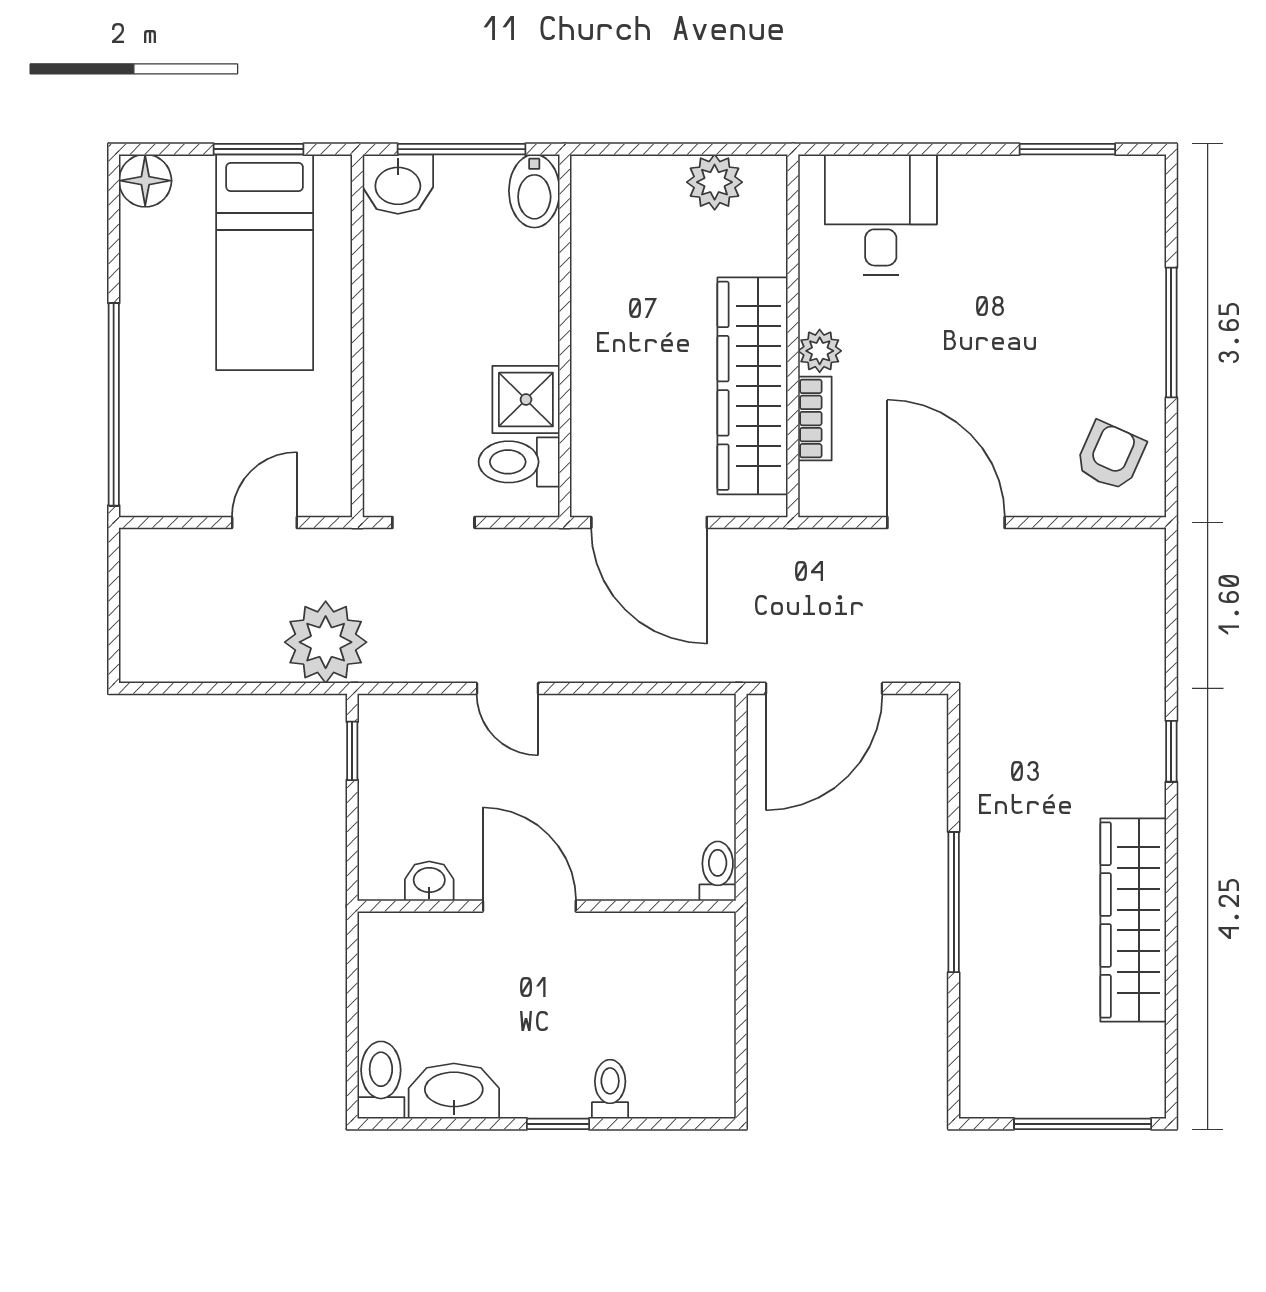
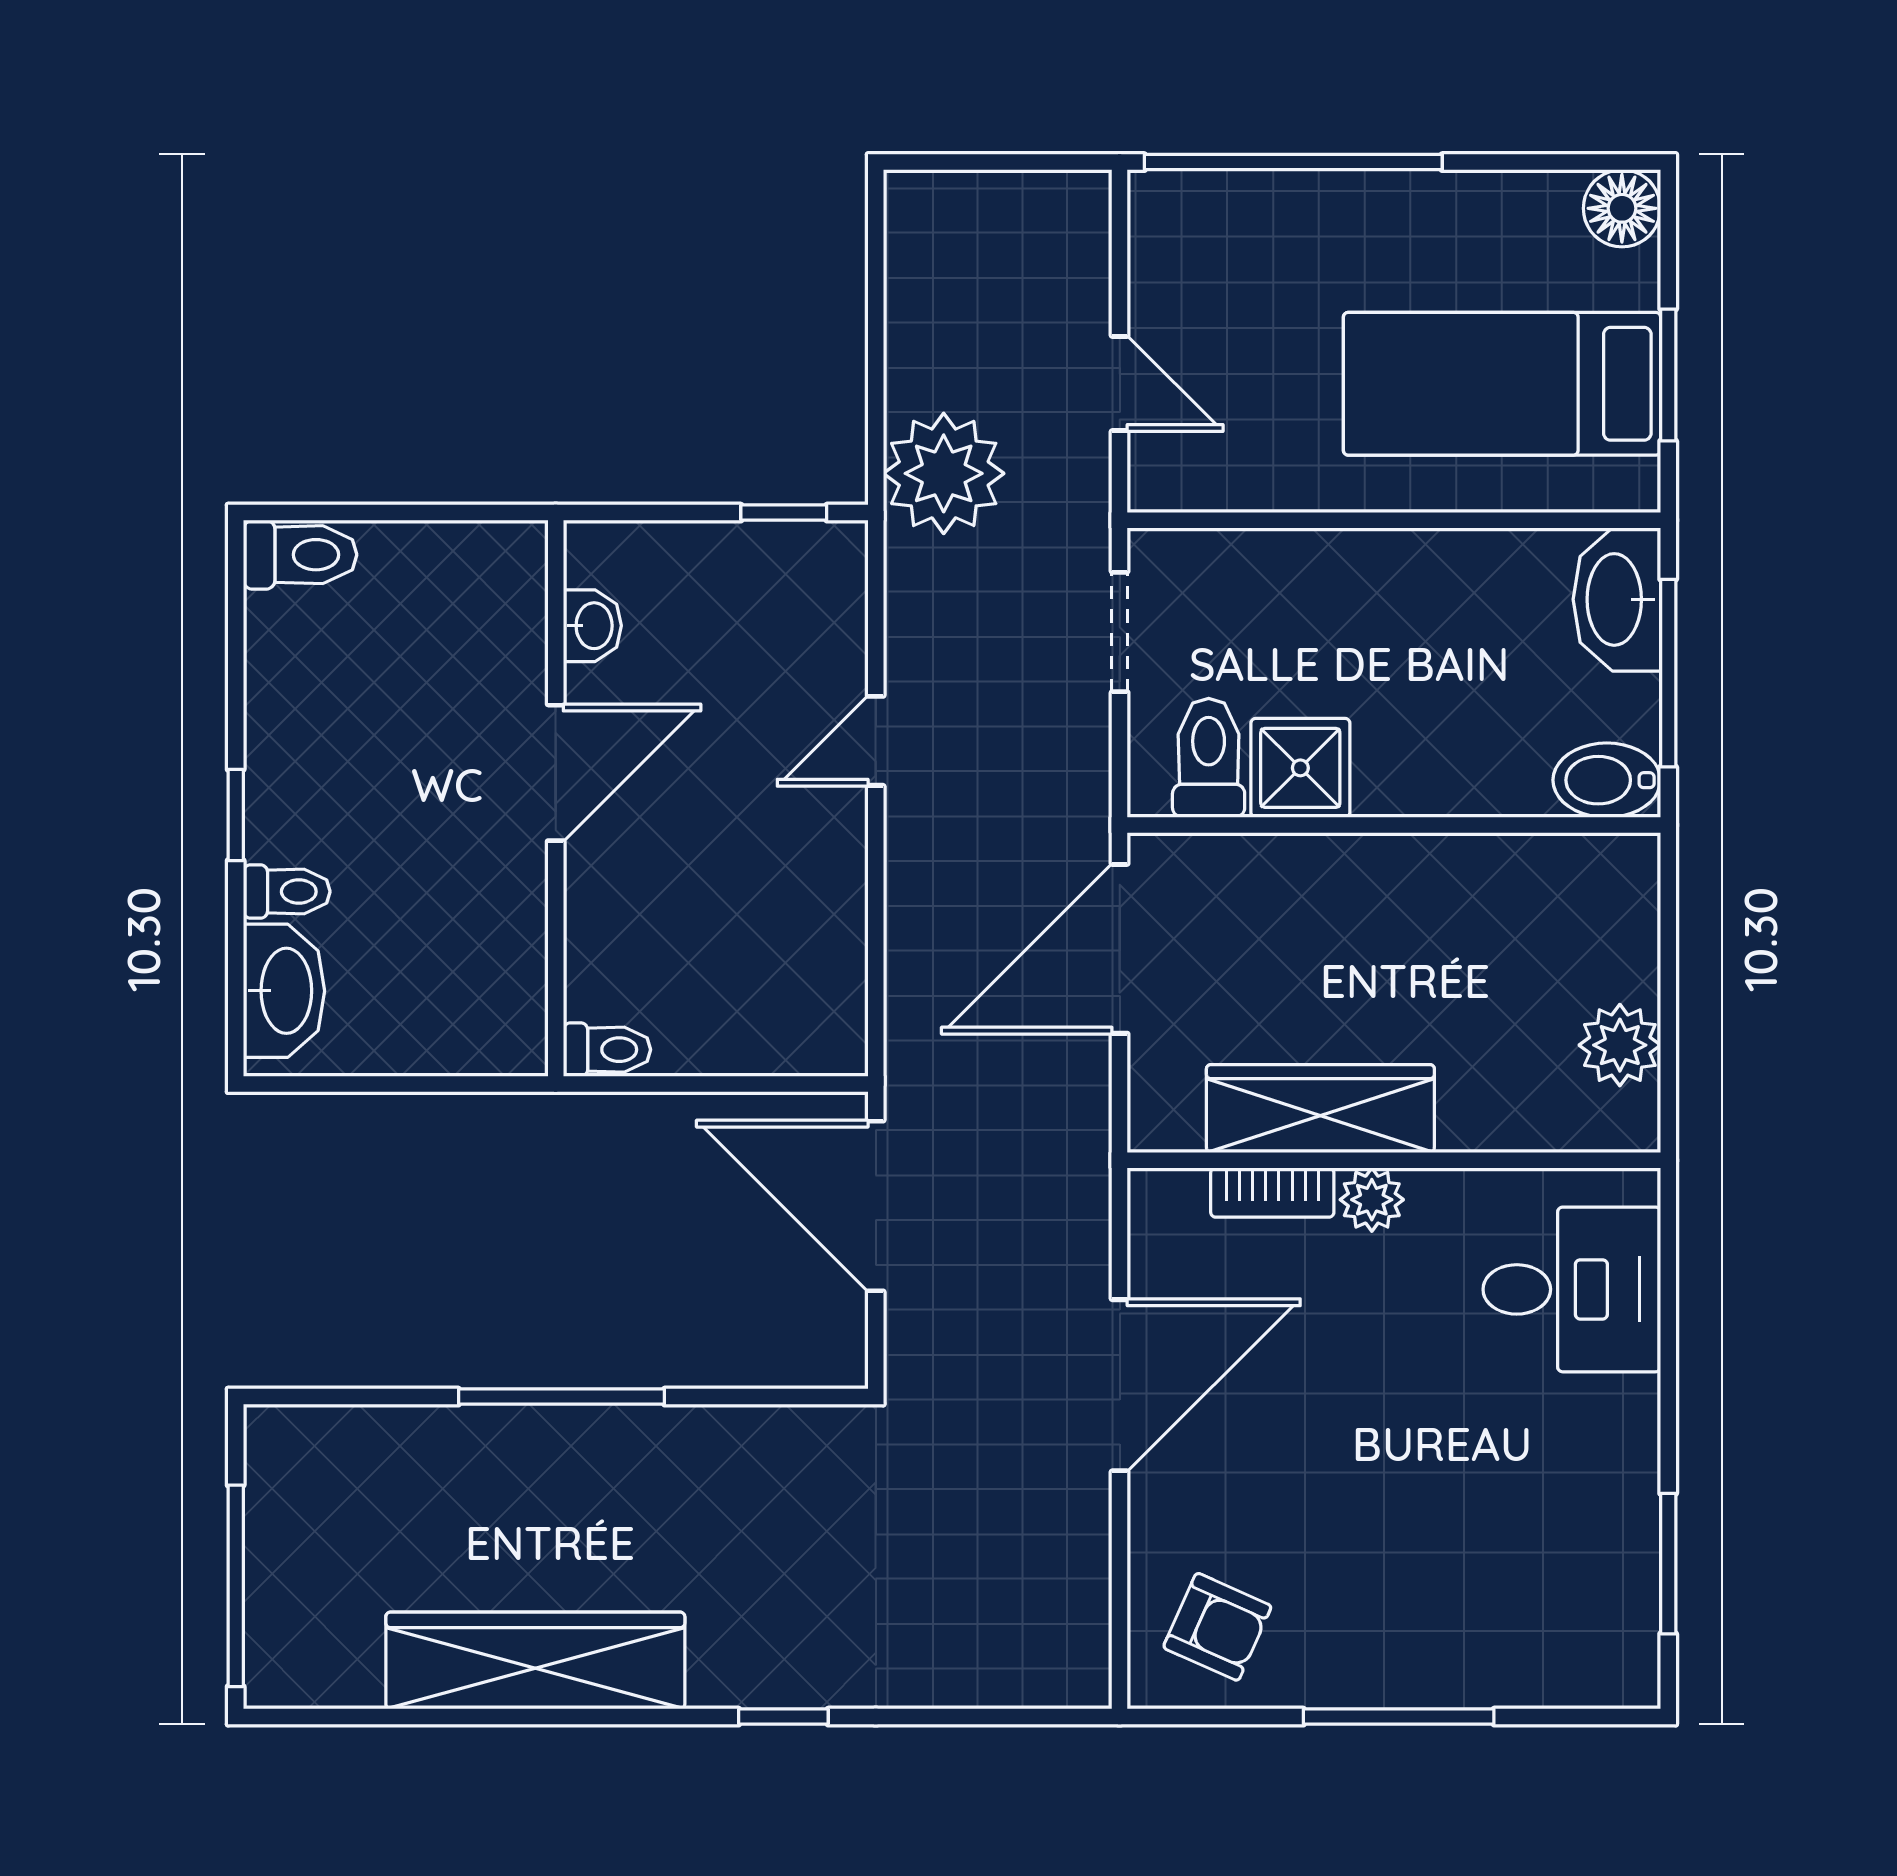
washbasin: (398, 184) -> (1617, 599), width x1.38
wardrobe: (753, 386) -> (1320, 1109), width x0.71, depth x0.85
washbasin: (454, 1091) -> (284, 991), moved

